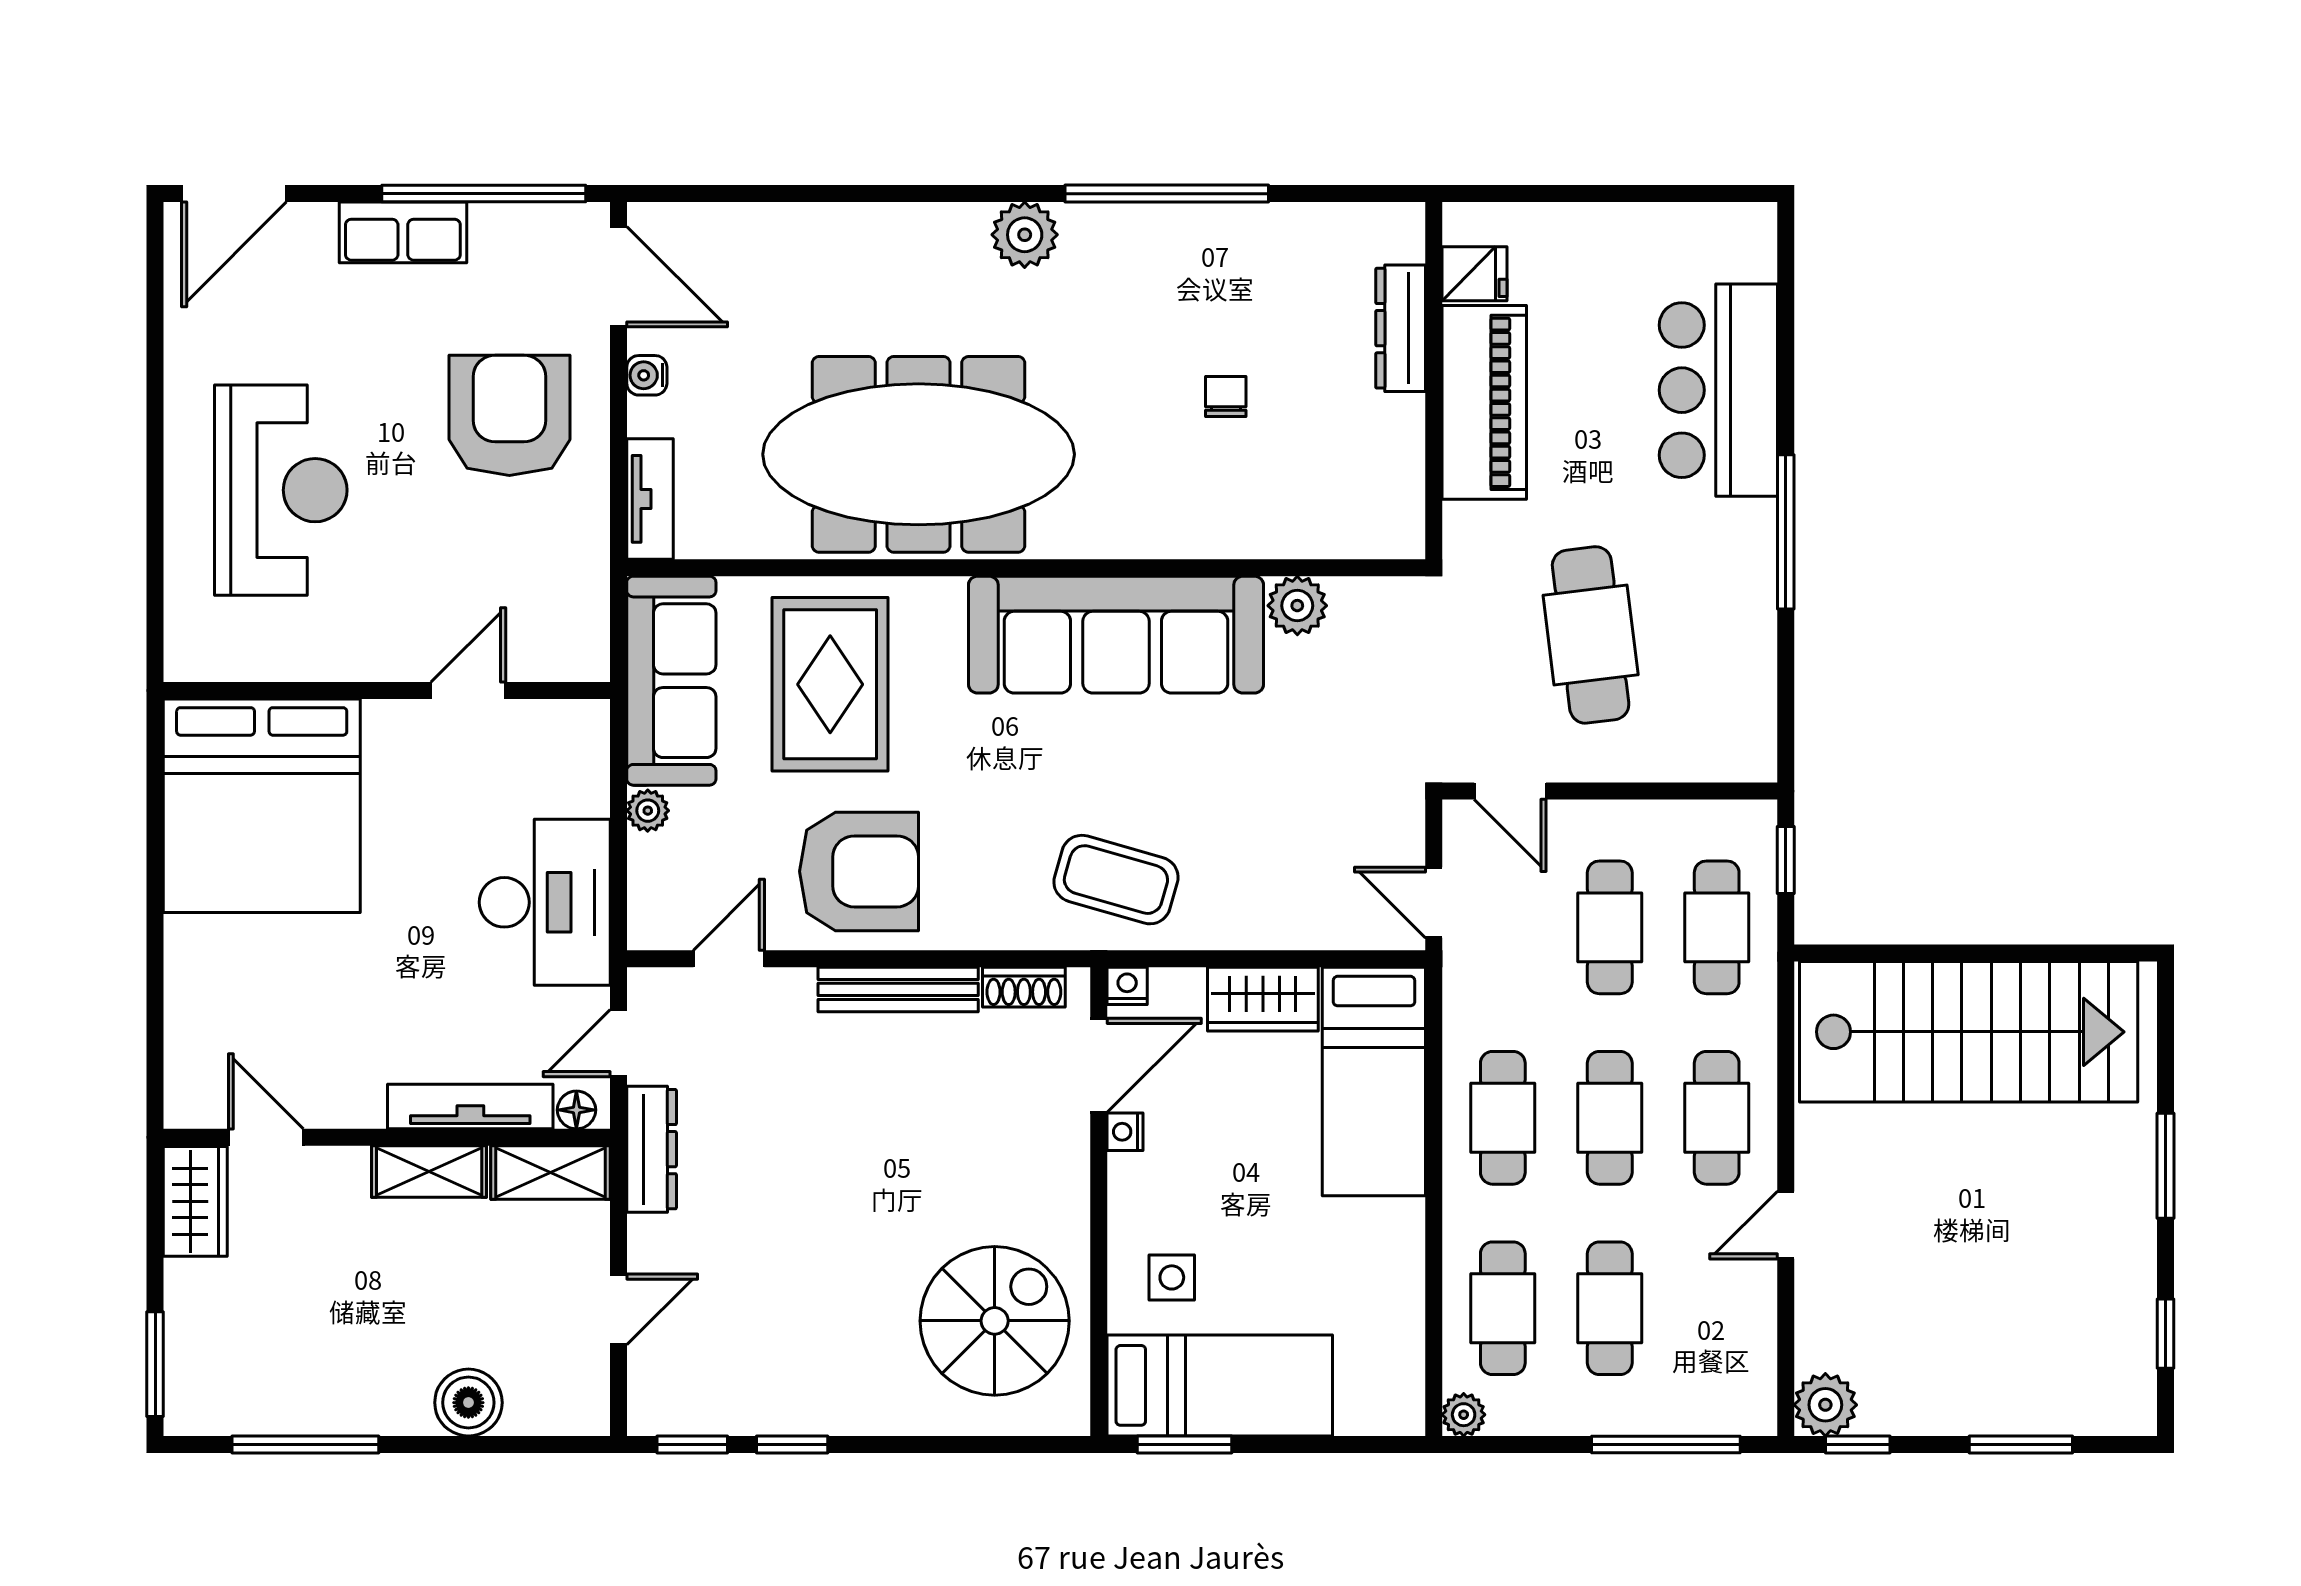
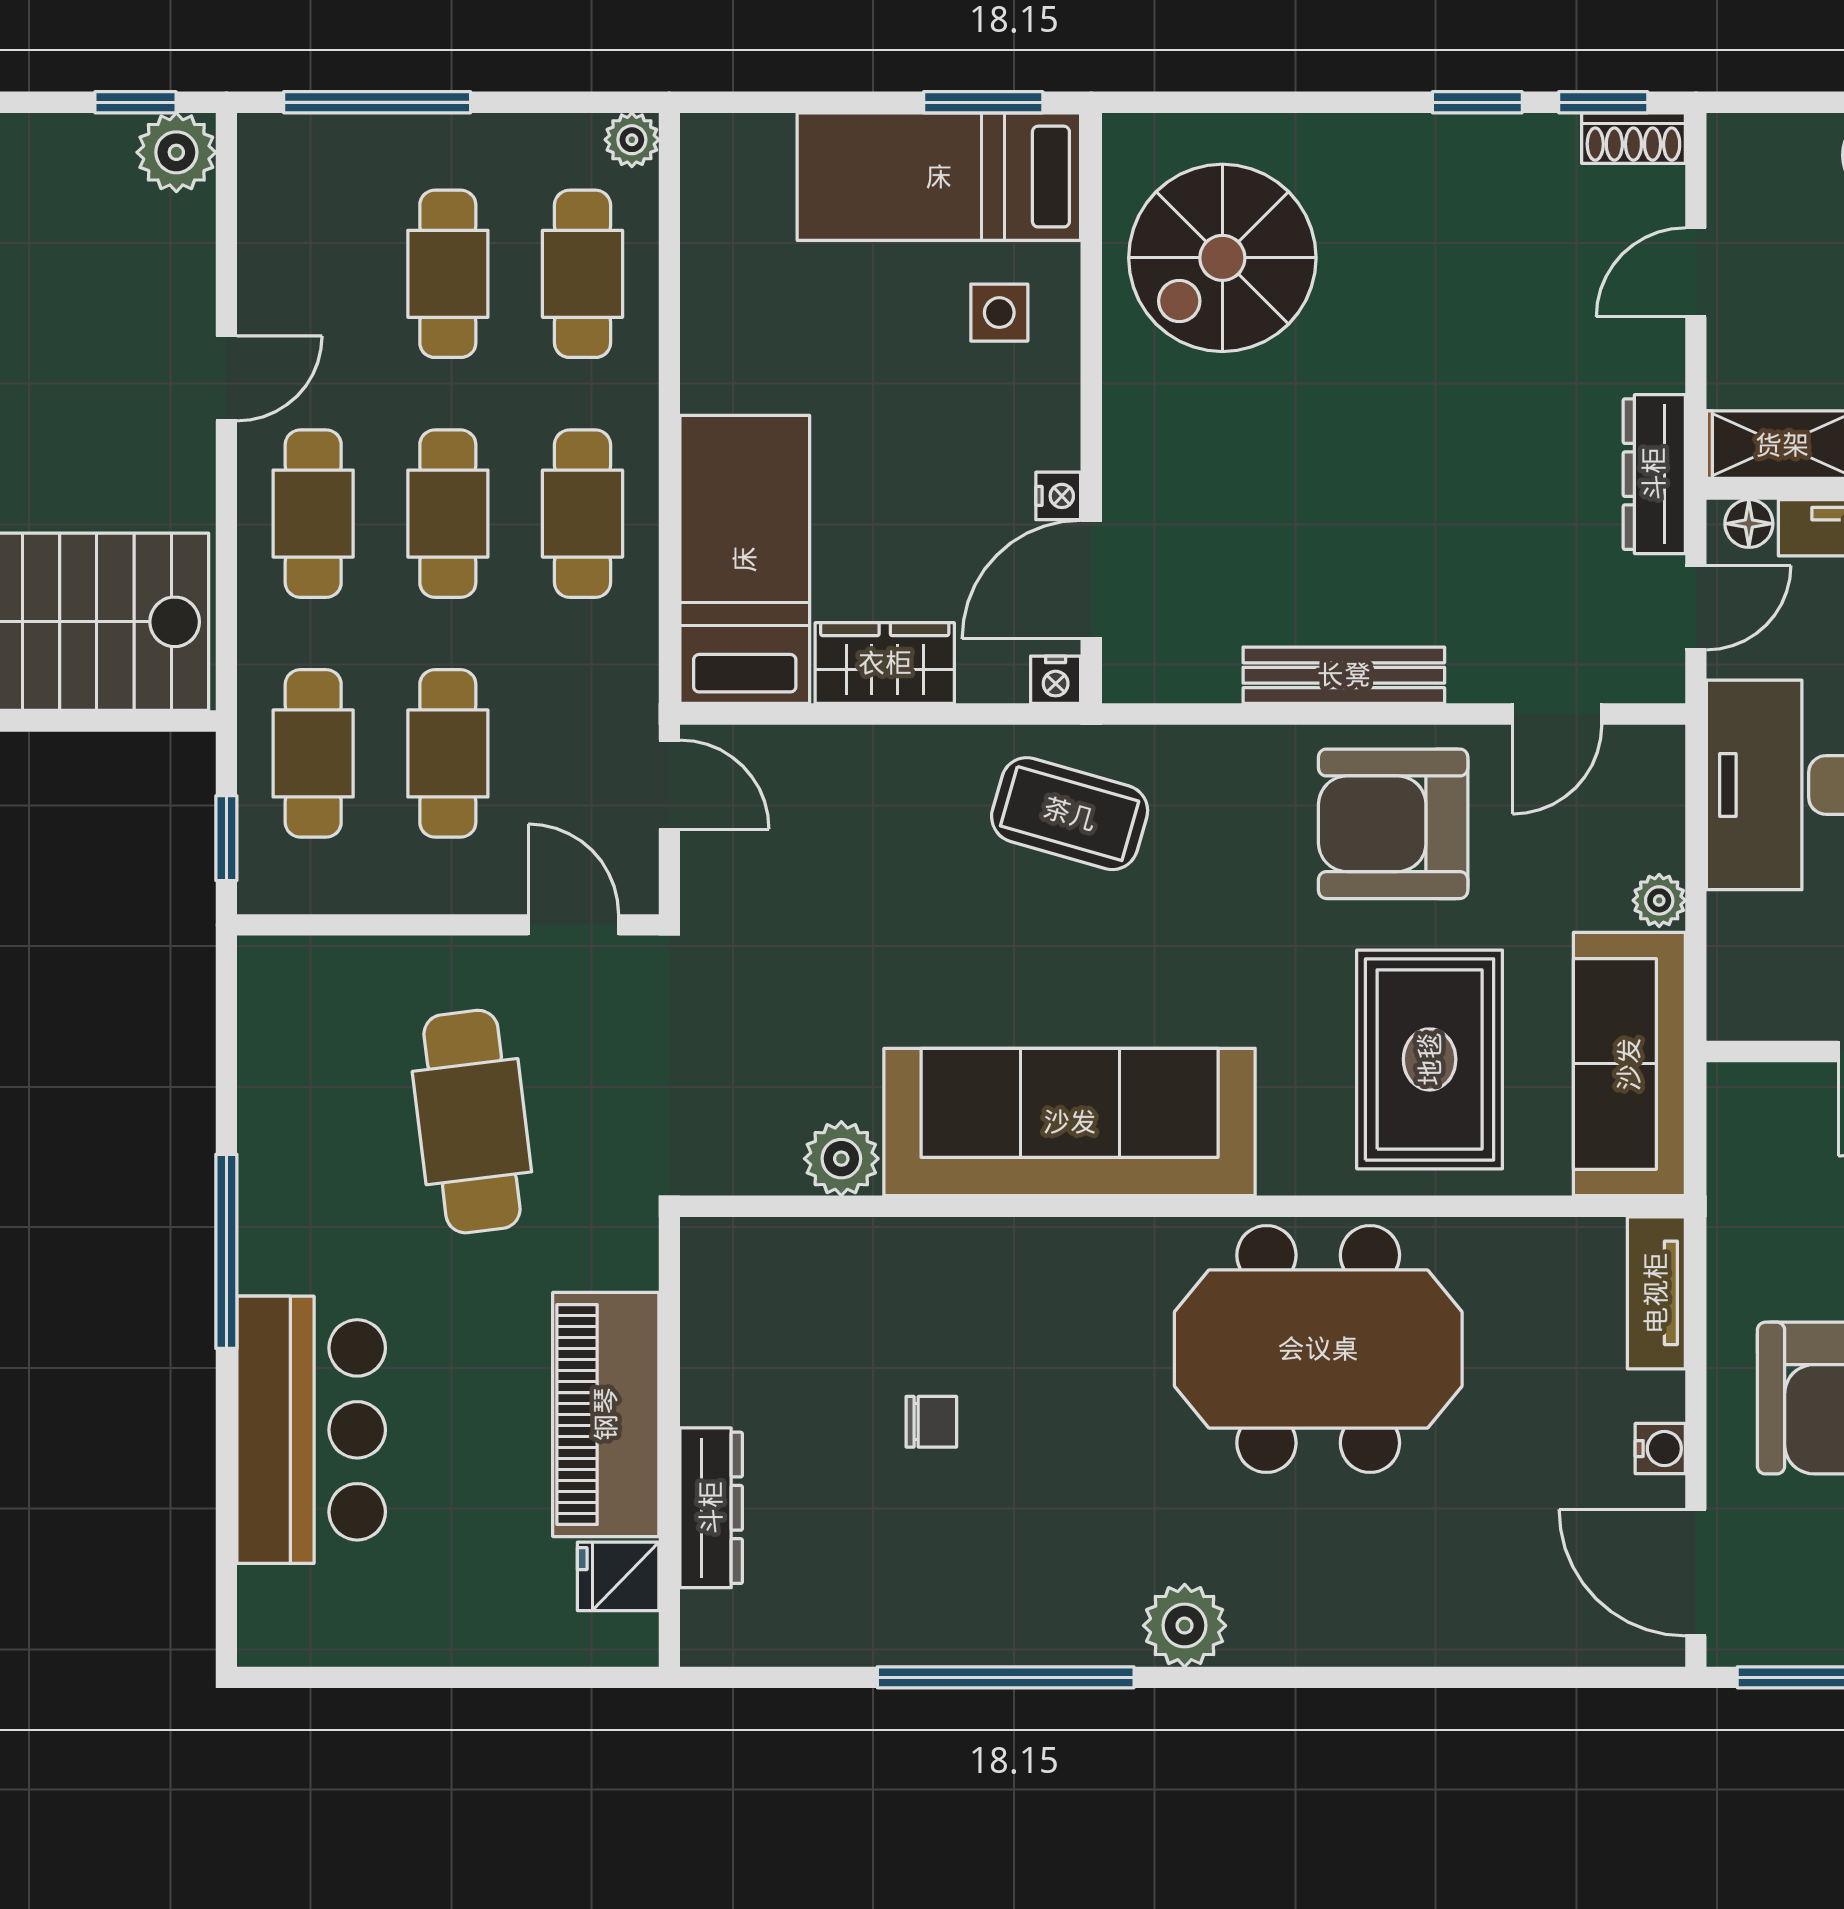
chair: (1226, 397) -> (931, 1422), turned -90
meeting table: (919, 454) -> (1318, 1349), width x0.73
shoe rack: (1024, 987) -> (1633, 138), moved, turned 180

